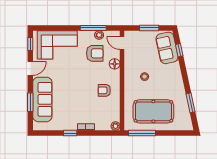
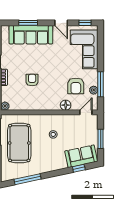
armchair: (104, 90) -> (32, 80), moved
window: (191, 103) -> (28, 179), width x1.44

